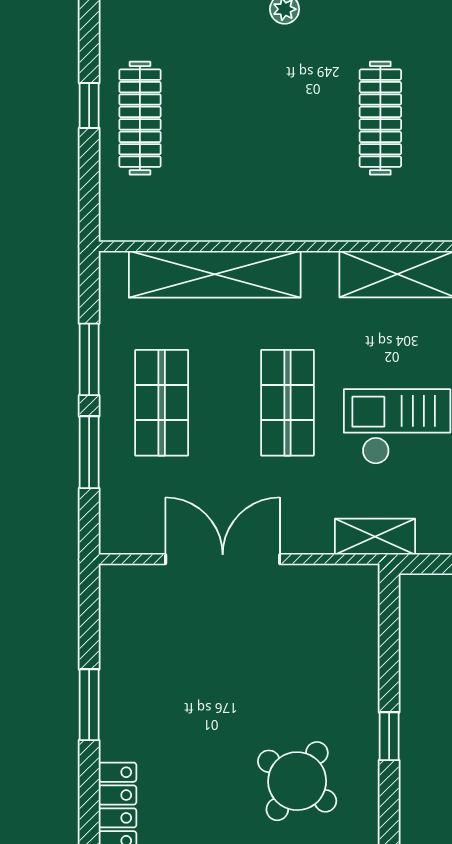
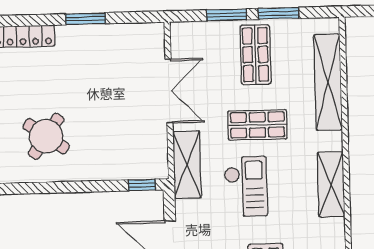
shop shelf: (162, 403) -> (255, 55), turned 90
shelving: (375, 537) -> (187, 165), width x1.50, depth x1.33
window: (389, 736) -> (142, 185), moved

